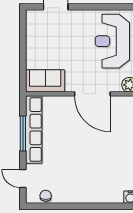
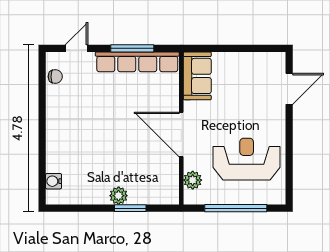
door: (92, 94) -> (181, 134), hinge flipped

